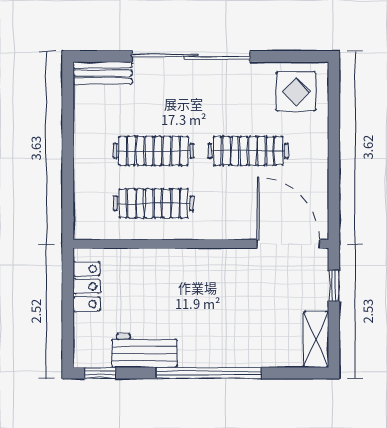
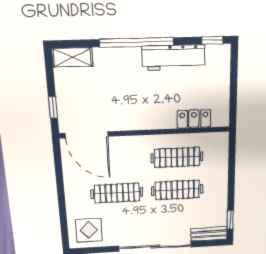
window: (68, 96) -> (230, 220), added
locker: (86, 286) -> (194, 119), moved, turned 90
shelving: (316, 340) -> (72, 57), moved, turned 90
workbench: (144, 351) -> (174, 58), width x1.37

